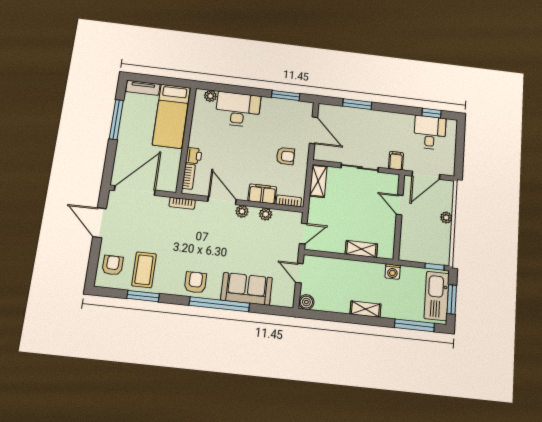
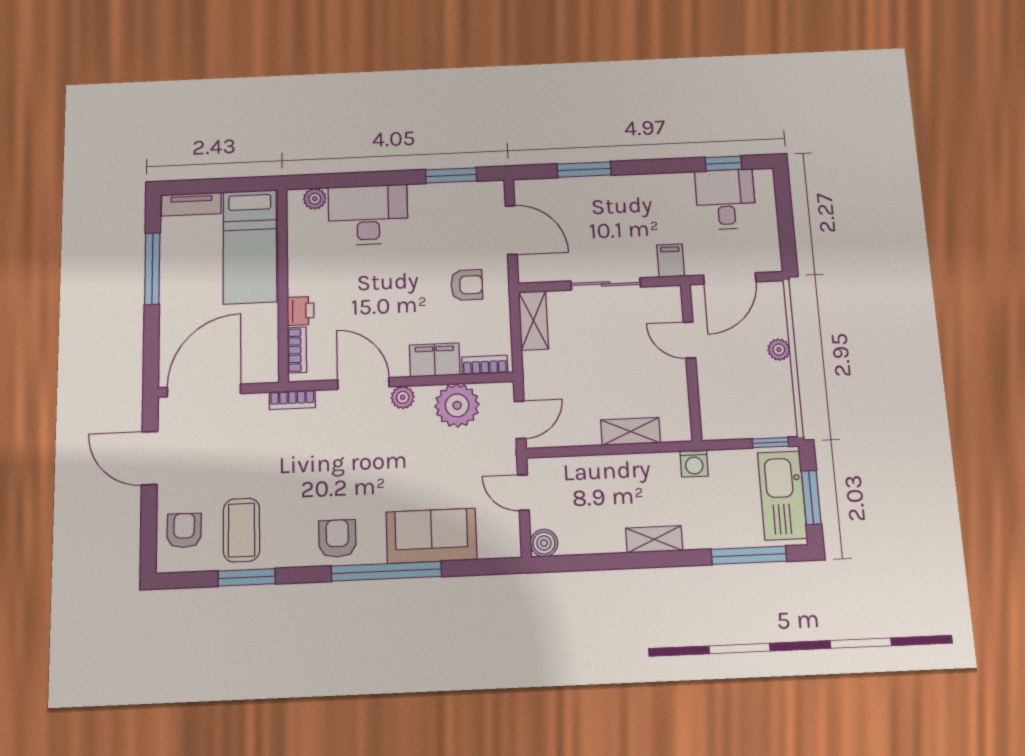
plant: (266, 214) -> (457, 405), width x1.88, depth x1.88

